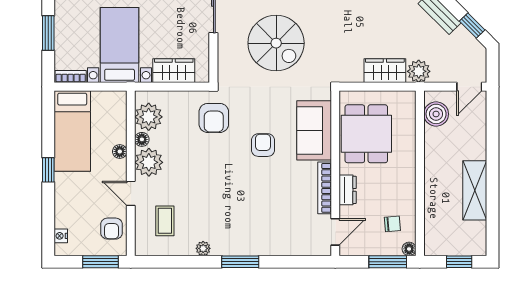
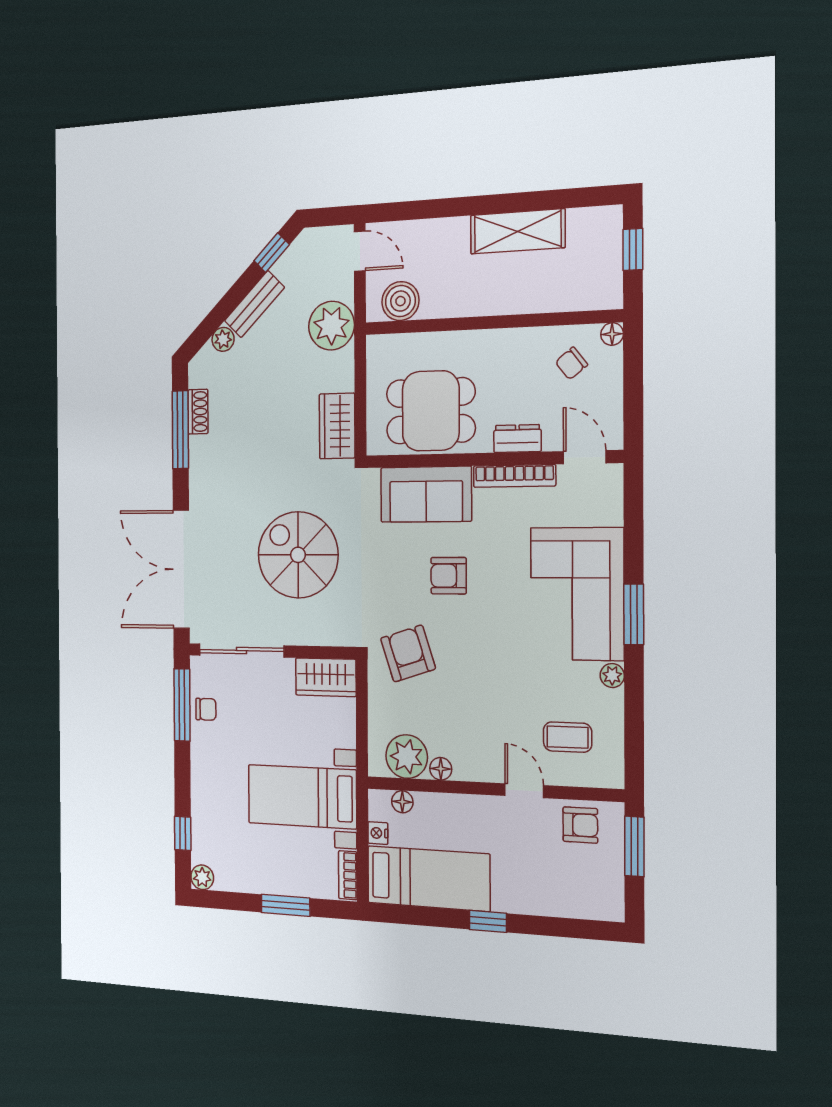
spiral stairs: (276, 43) -> (298, 555), turned -90
wardrobe: (174, 71) -> (326, 677), moved, turned -90
wardrobe: (385, 71) -> (337, 426), moved
plant: (419, 71) -> (331, 326), width x1.36, depth x1.36
armchair: (214, 118) -> (408, 653), turned -108
floor lamp: (120, 151) -> (402, 802), moved
plant: (149, 162) -> (476, 759), removed
door: (131, 193) -> (524, 791), swing flipped
chair: (392, 224) -> (571, 363), turned -123
corner sofa: (252, 227) -> (577, 594), added
nightstand: (61, 236) -> (378, 833), moved, turned 90
window: (388, 262) -> (633, 369), removed

